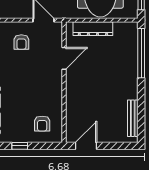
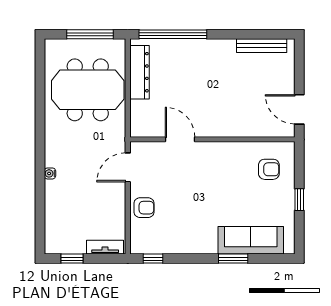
dresser: (93, 29) -> (139, 72), moved
armchair: (21, 42) -> (144, 208), moved

